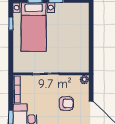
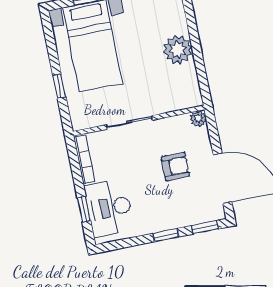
window: (11, 24) -> (59, 86), moved
plant: (81, 39) -> (178, 50), added

